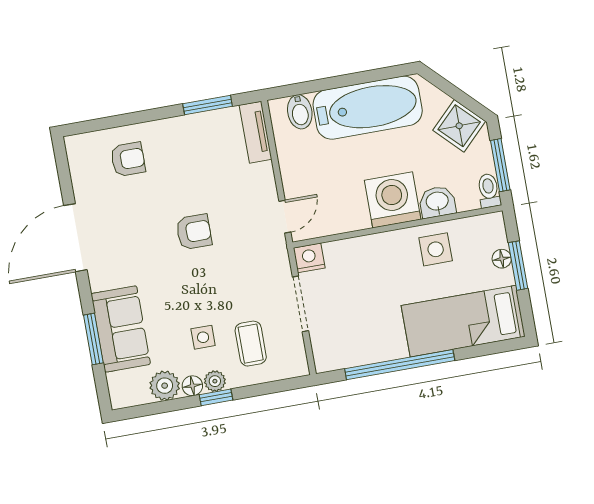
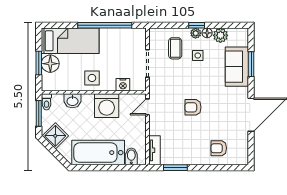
washing machine: (393, 200) -> (107, 106), moved
side table: (436, 249) -> (92, 78), moved
nightstand: (309, 258) -> (123, 85), moved
floor lamp: (502, 259) -> (50, 64), width x1.89, depth x1.89

